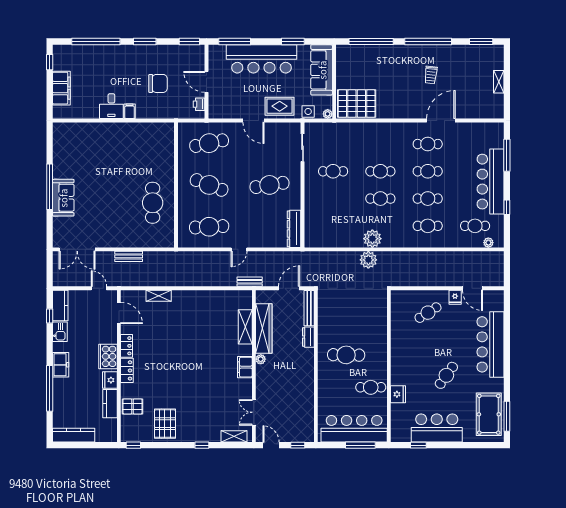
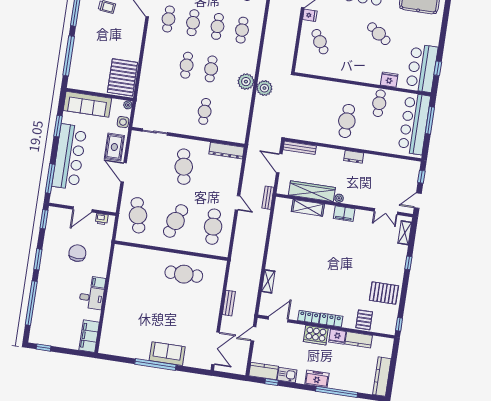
filing cabinet: (61, 88) -> (89, 336), moved, turned -90
door: (253, 121) -> (124, 172), swing flipped
cafe table: (333, 171) -> (205, 111), moved
dresser: (308, 337) -> (354, 157), moved
bar counter: (437, 428) -> (422, 68), moved

